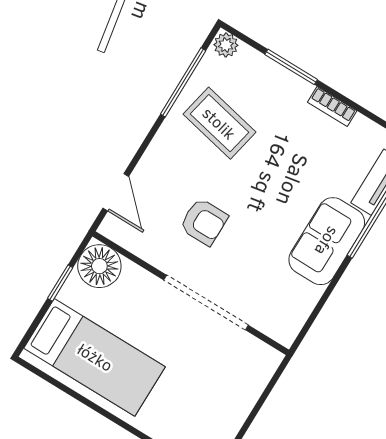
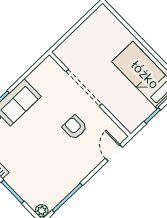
coffee table: (219, 123) -> (55, 173), removed
floor lamp: (99, 266) -> (131, 119), removed

